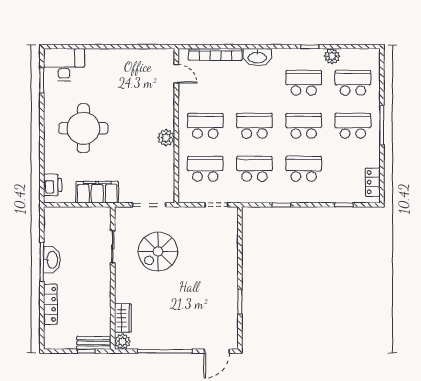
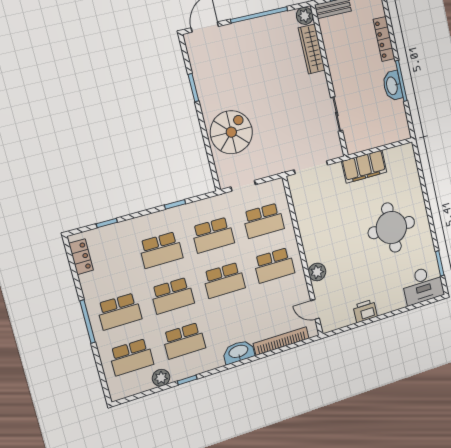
plant: (166, 138) -> (317, 272), moved
printer: (53, 185) -> (365, 311), moved, turned 90
spiral stairs: (158, 251) -> (231, 132), moved
wardrobe: (123, 318) -> (312, 49), width x1.50

